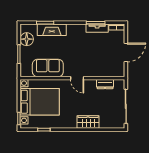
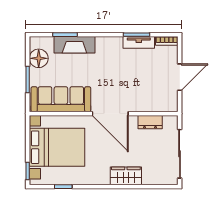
sofa: (48, 68) -> (61, 99), width x1.36
door: (77, 78) -> (110, 114), width x1.88

